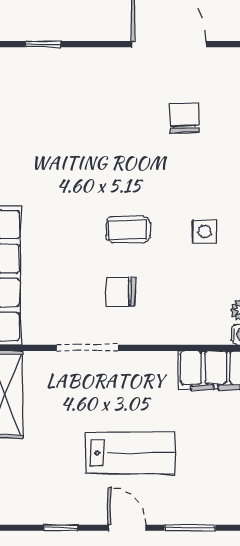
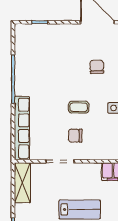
chair: (184, 118) -> (97, 67), moved

